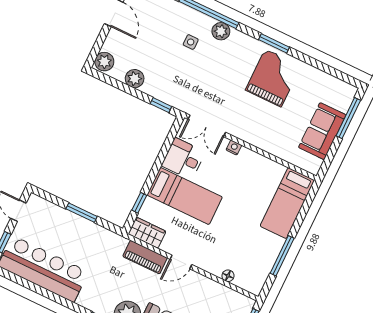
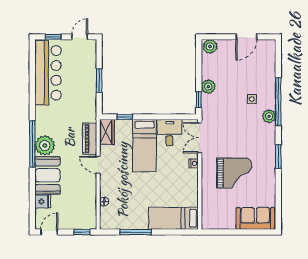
grand piano: (273, 78) -> (234, 173), moved
plant: (135, 79) -> (208, 87), moved
window: (348, 118) -> (252, 232), removed
sofa: (322, 131) -> (255, 218), moved

